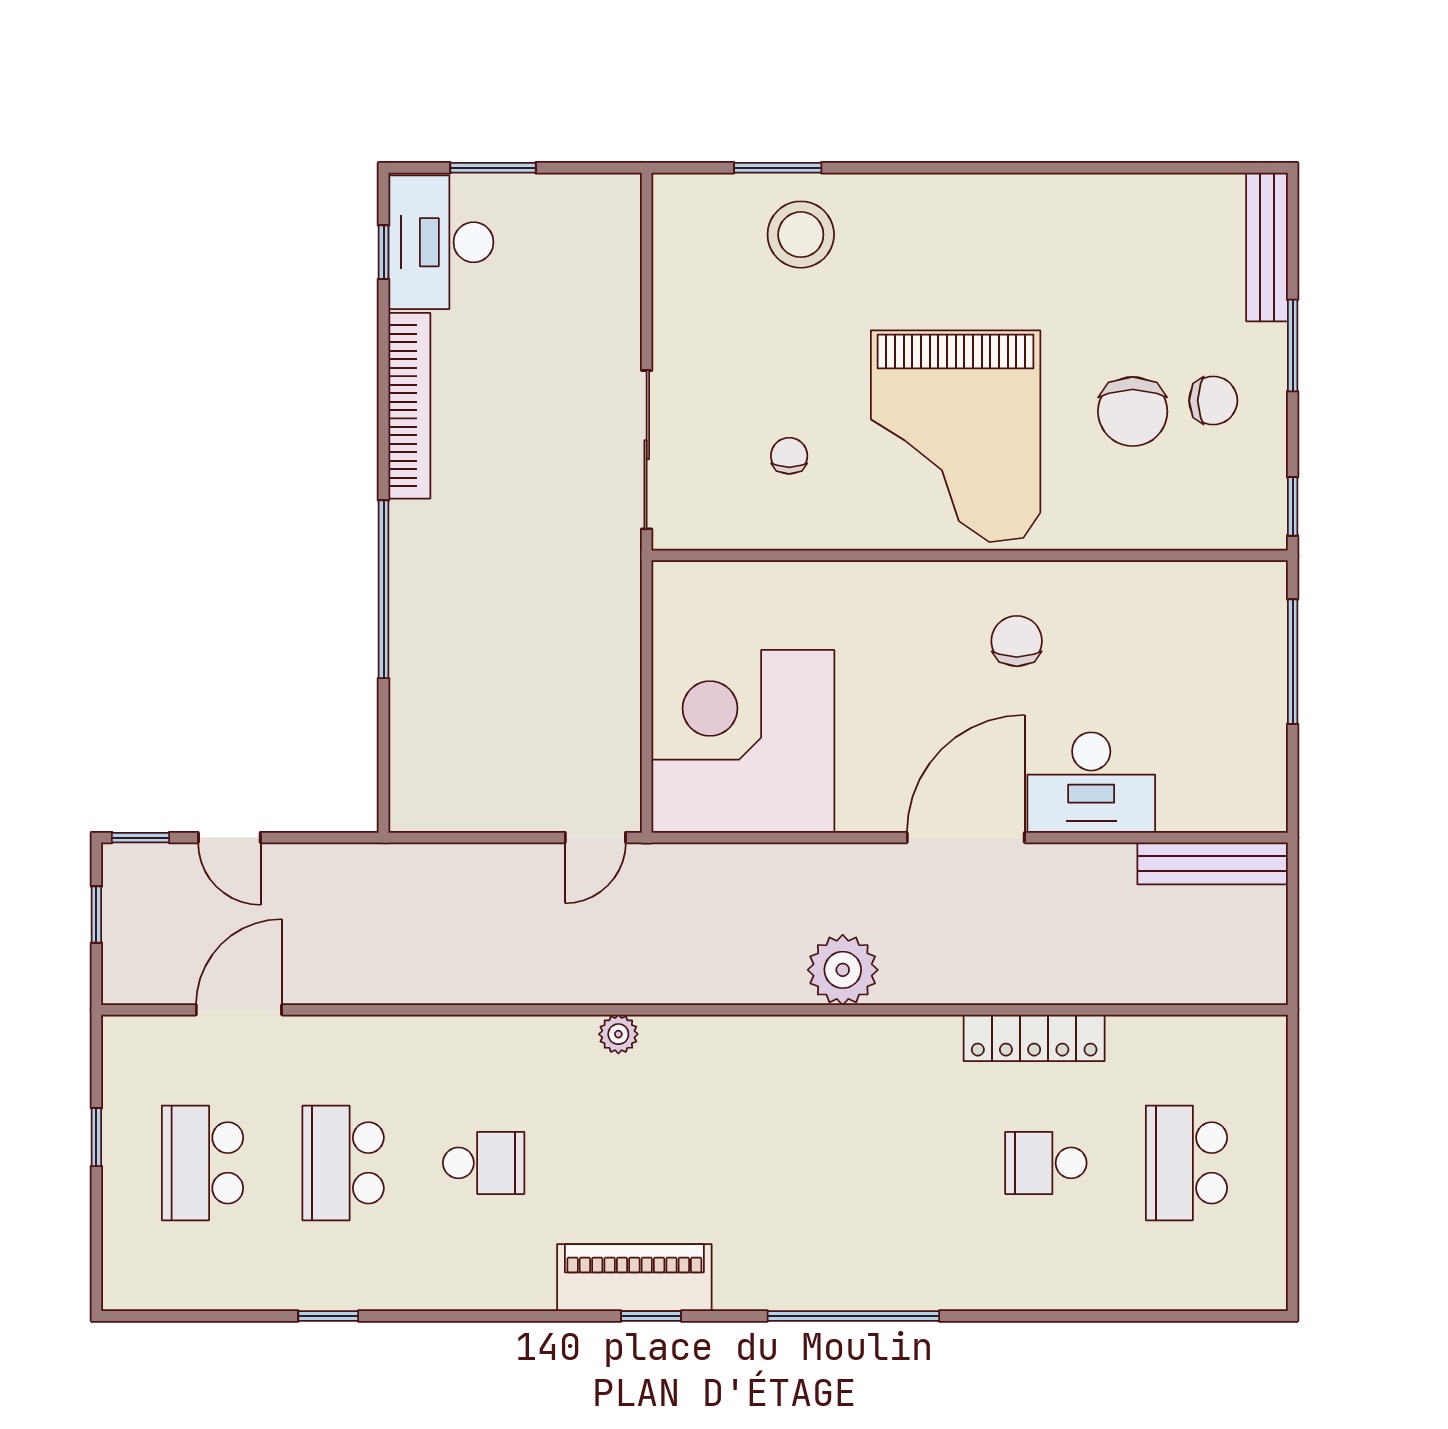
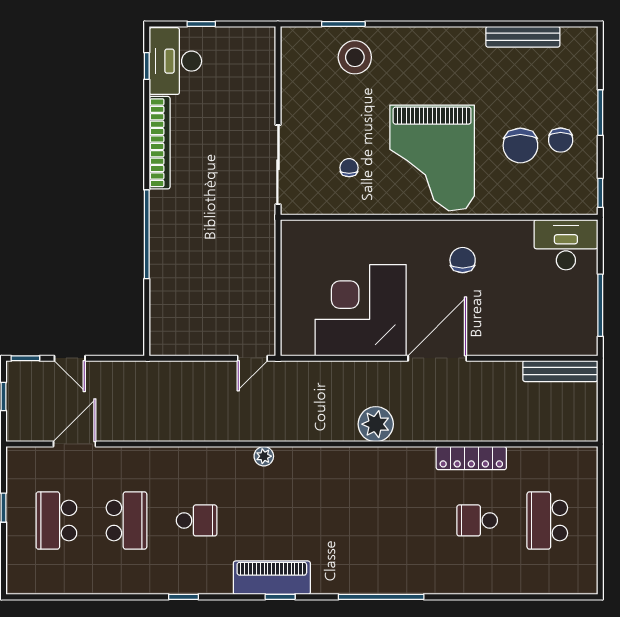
window: (493, 168) -> (201, 24), width x0.67
bench: (1267, 247) -> (523, 37), moved, turned 90
chair: (1213, 401) -> (561, 140), turned 90
window: (1293, 662) -> (600, 305), moved
corner desk: (743, 741) -> (361, 310), moved
desk: (1091, 783) -> (566, 245), moved, turned 180
school desk: (343, 1163) -> (126, 520), turned 180
window: (328, 1316) -> (183, 597), moved

